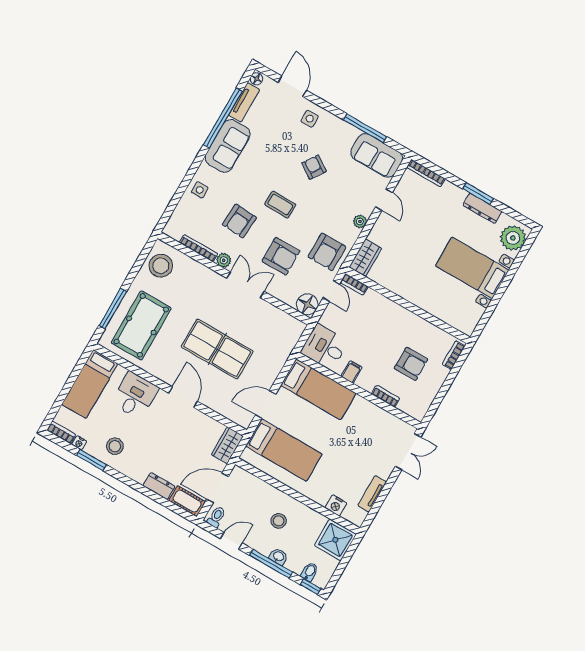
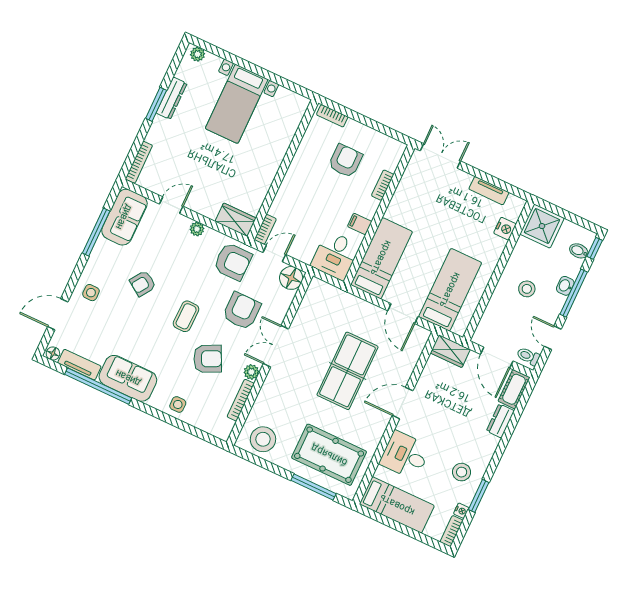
armchair: (239, 221) -> (208, 359), turned -30
plant: (513, 238) -> (198, 54), width x0.53, depth x0.53

